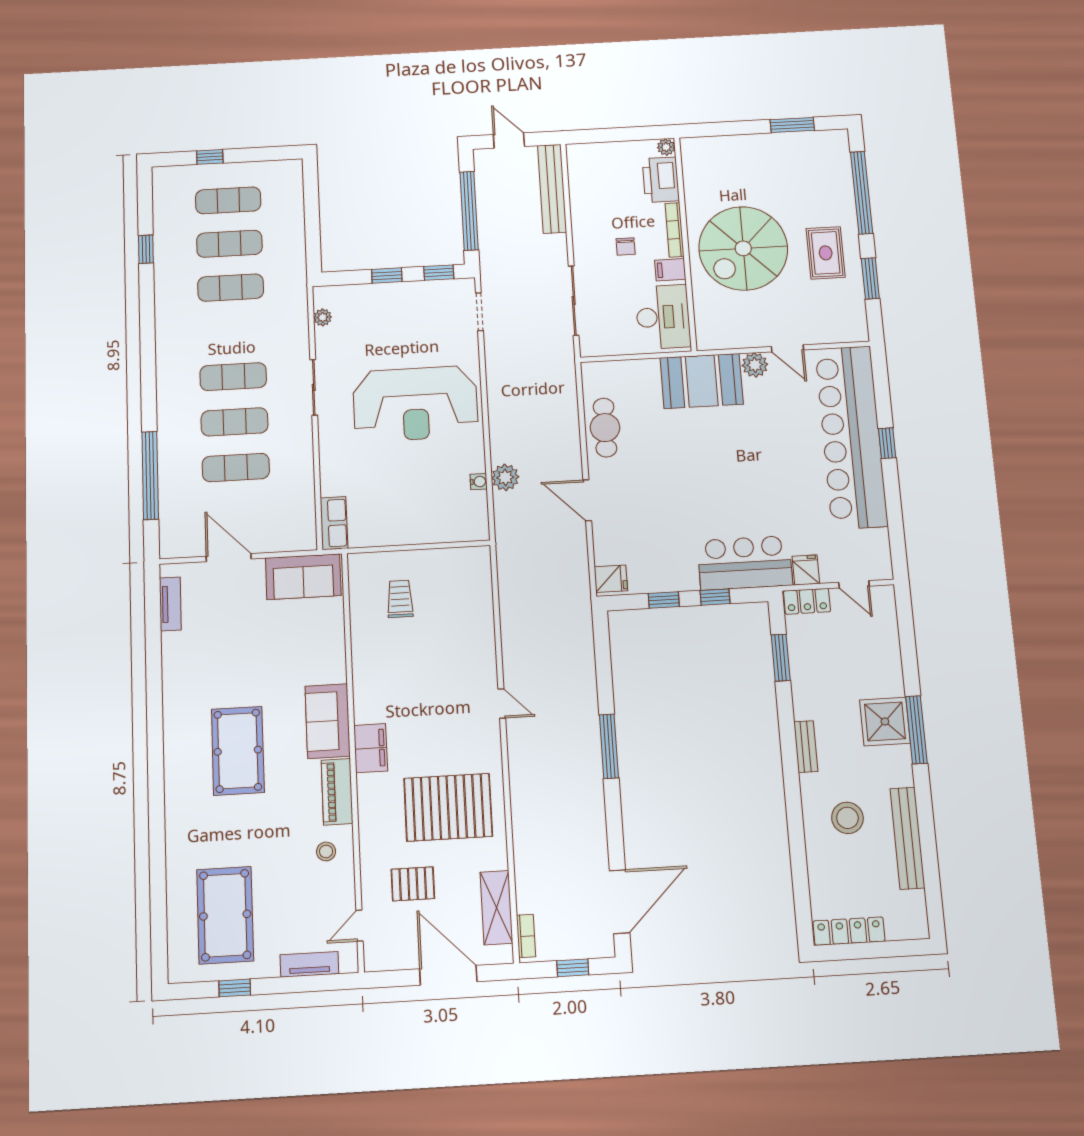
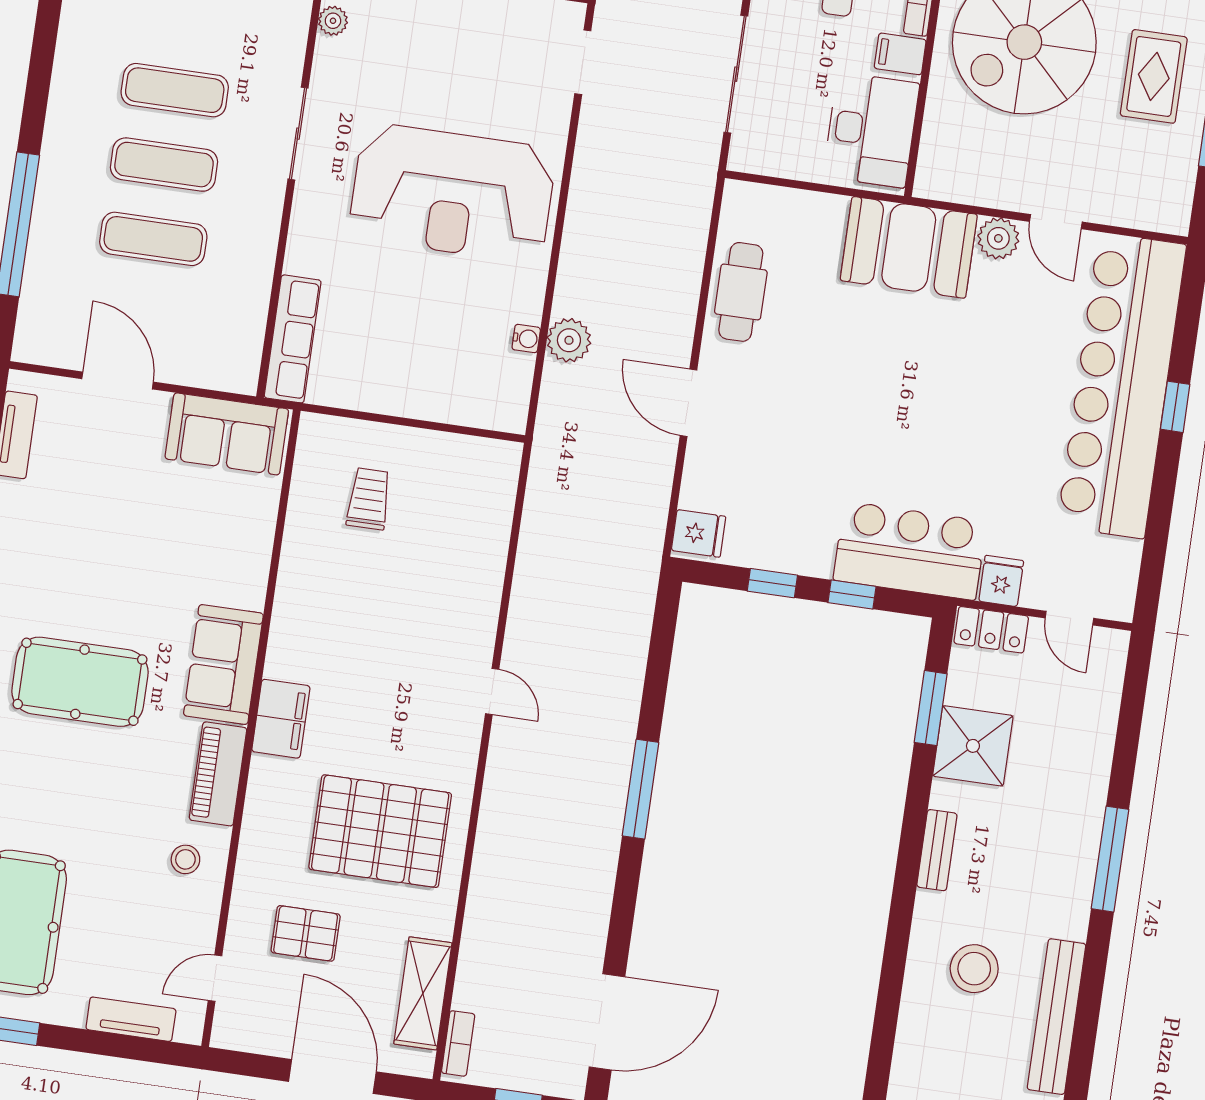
row of seats: (334, 523) -> (293, 339), width x1.48
shower: (885, 721) -> (973, 746), moved
pool table: (238, 751) -> (80, 682), turned 90

